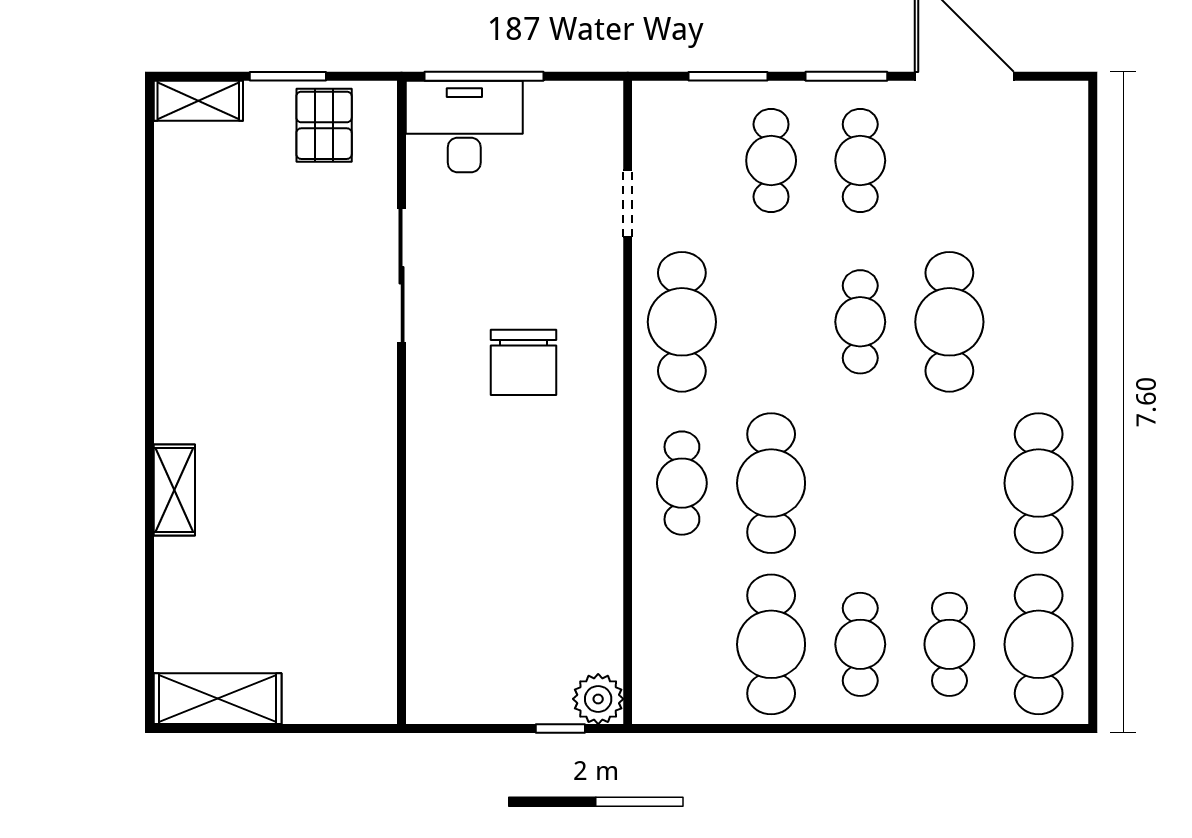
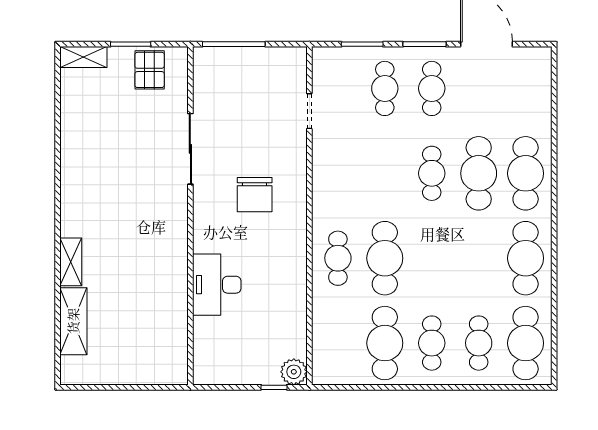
desk: (464, 127) -> (217, 285), moved, turned -90
cafe table: (682, 322) -> (526, 173), moved
shelving: (218, 699) -> (73, 321), moved, turned 90

